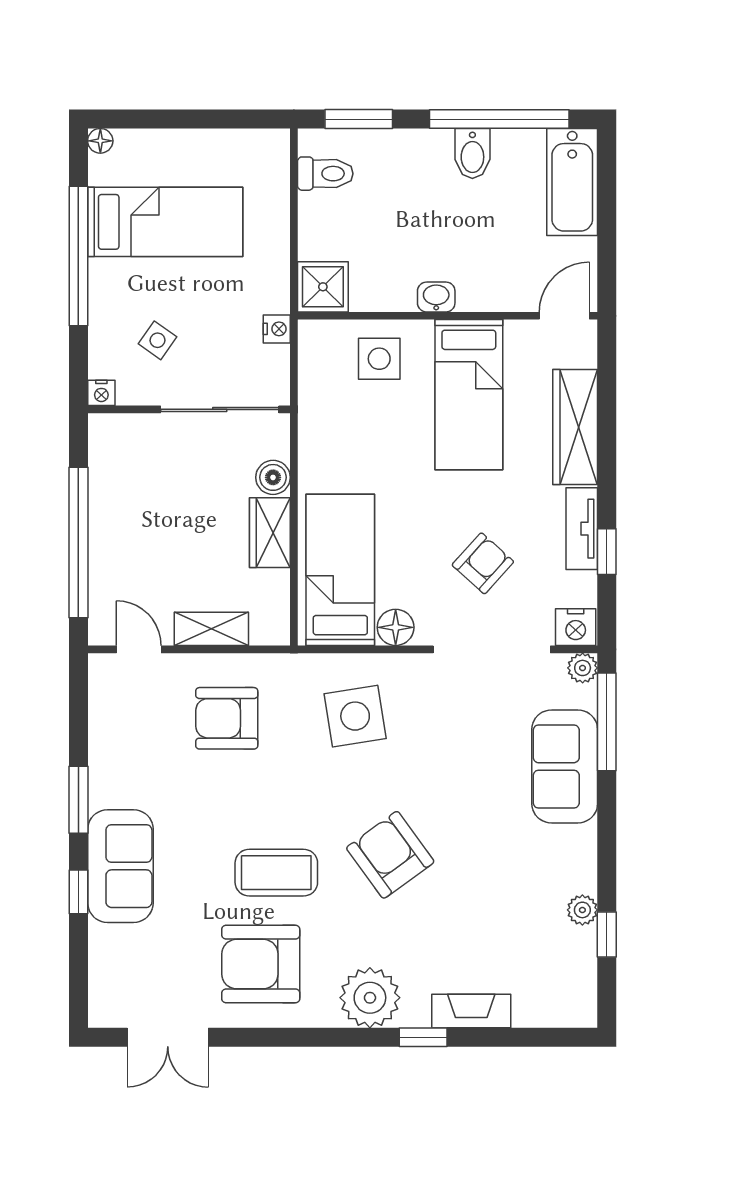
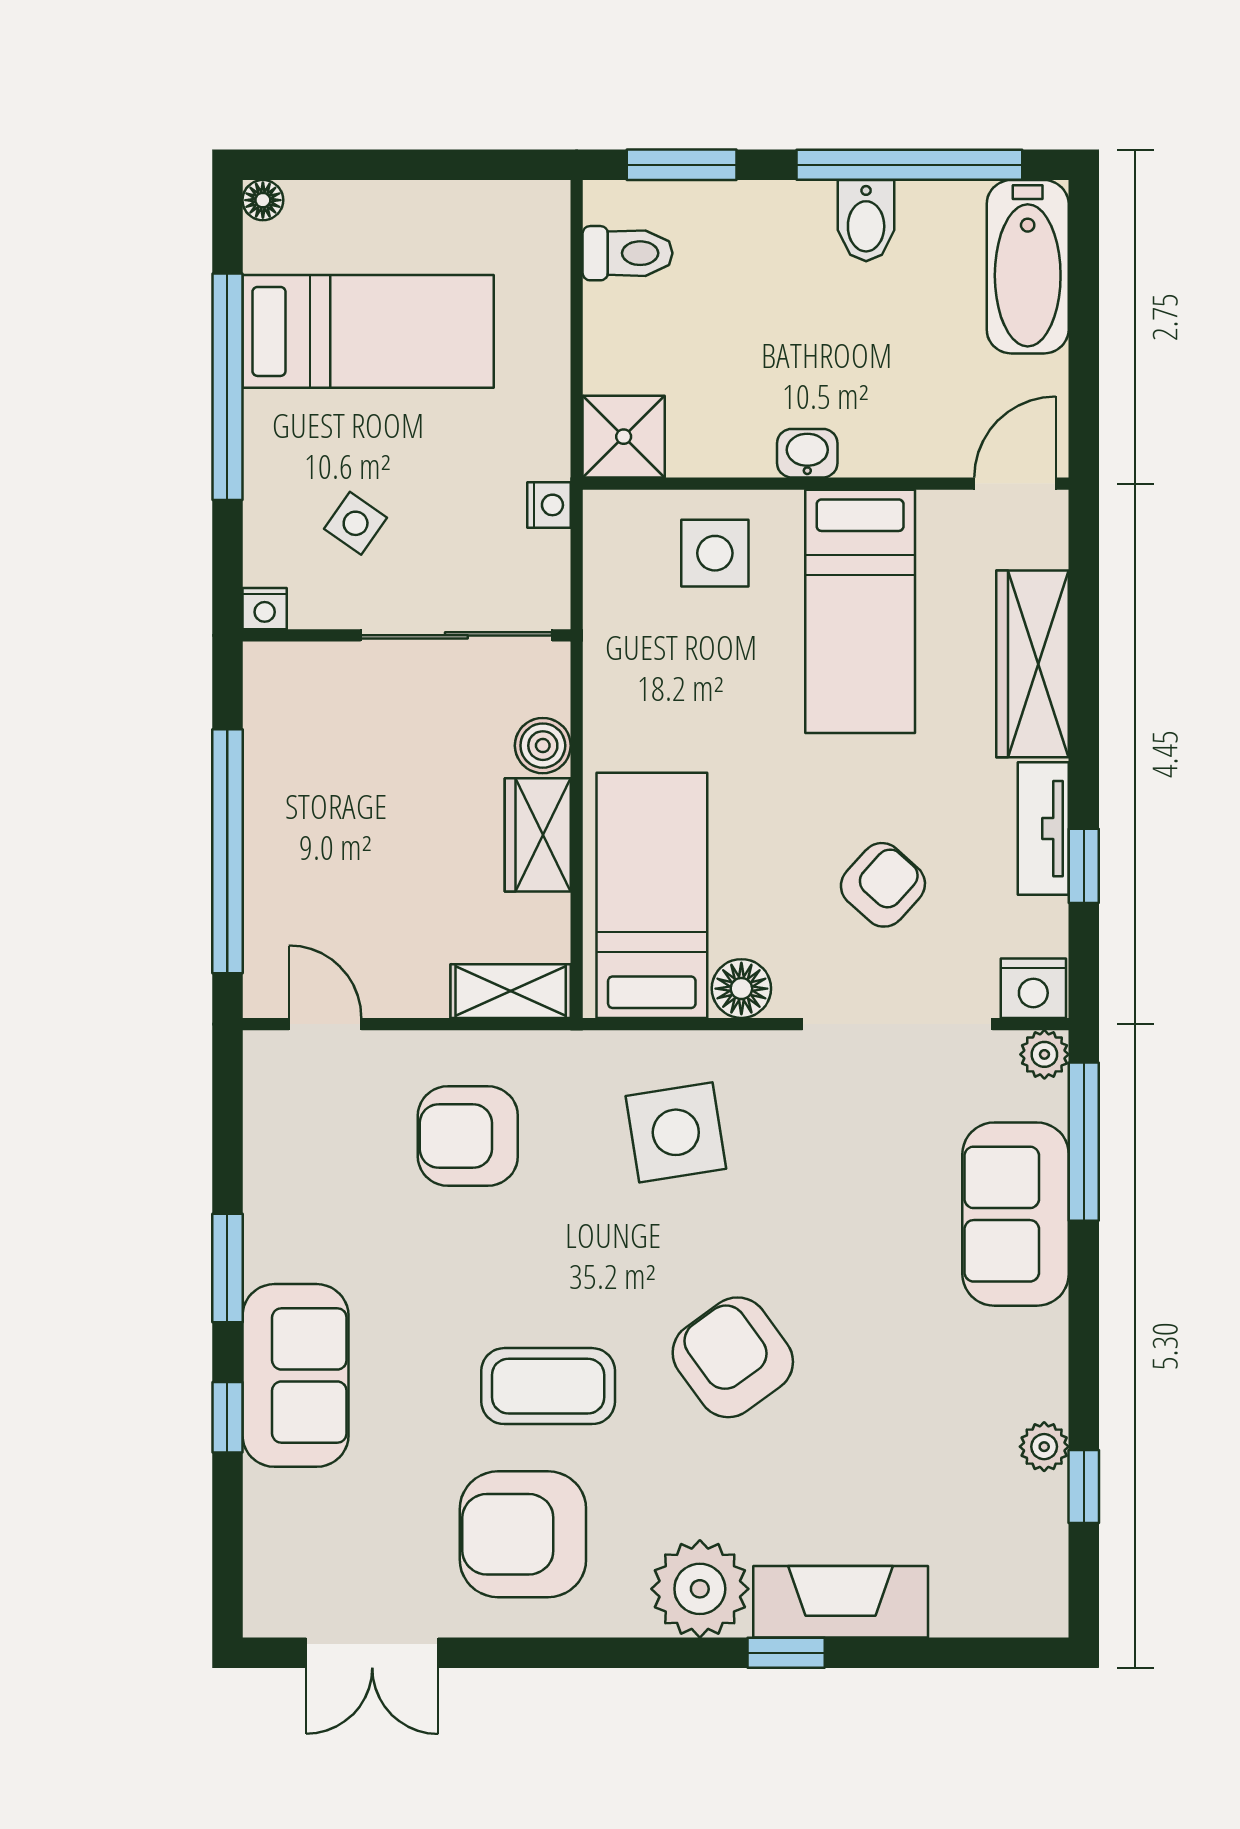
shelving: (211, 629) -> (511, 991), moved
fireplace: (471, 1011) -> (841, 1602), width x1.37, depth x1.32

